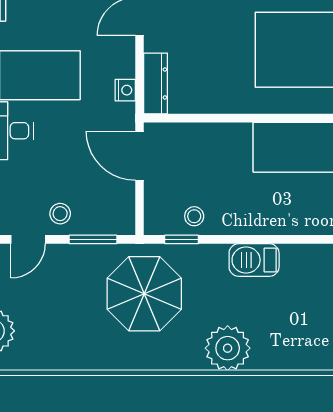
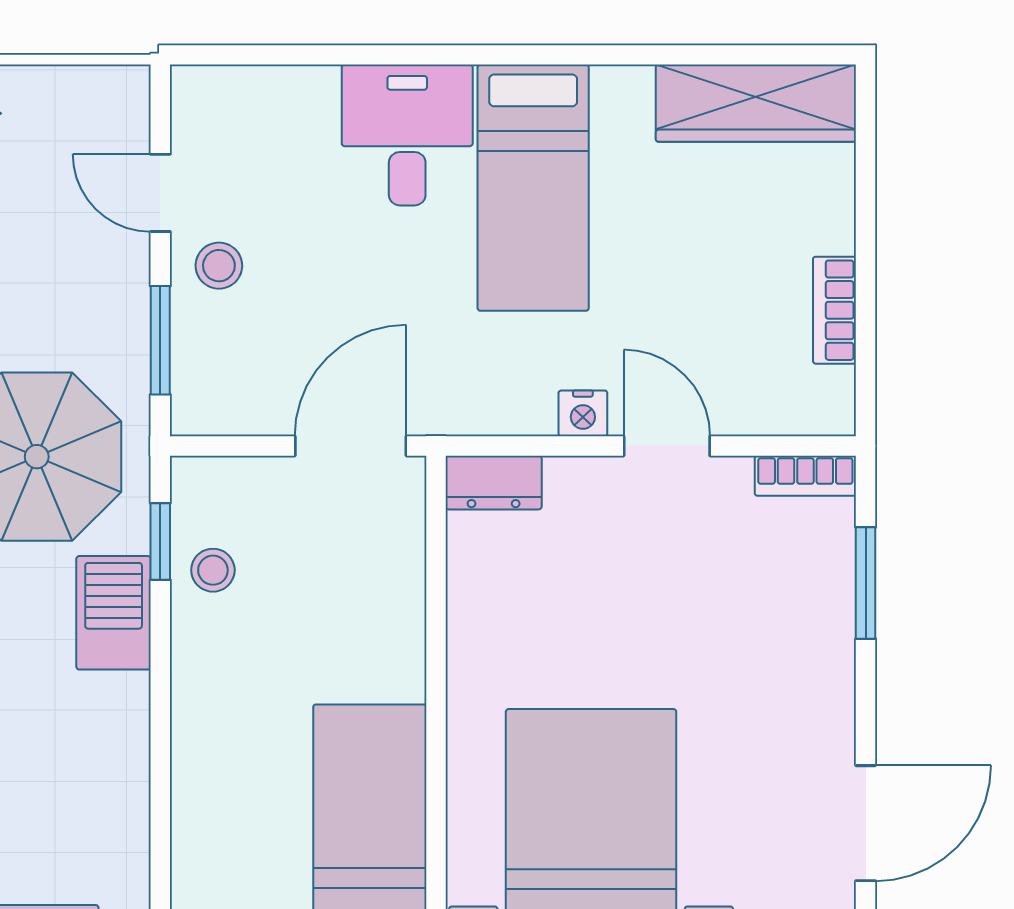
dresser: (156, 83) -> (494, 483), width x0.70
nightstand: (125, 90) -> (583, 413), moved
barbecue: (254, 260) -> (114, 613), moved

